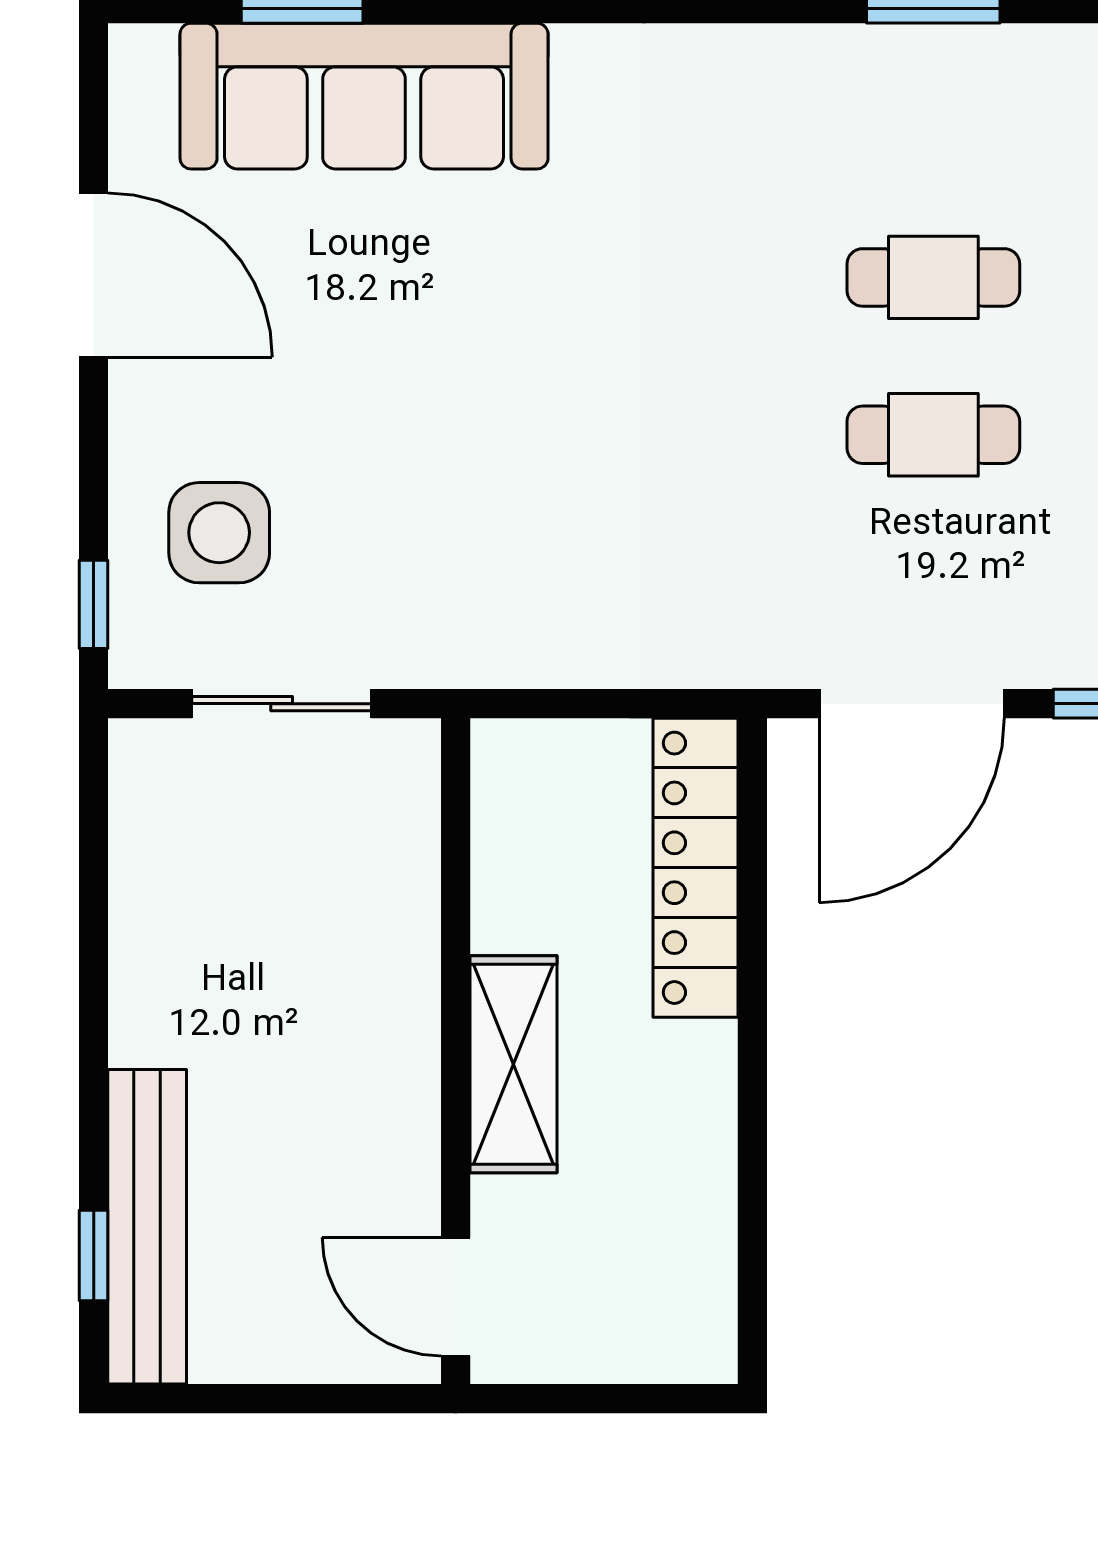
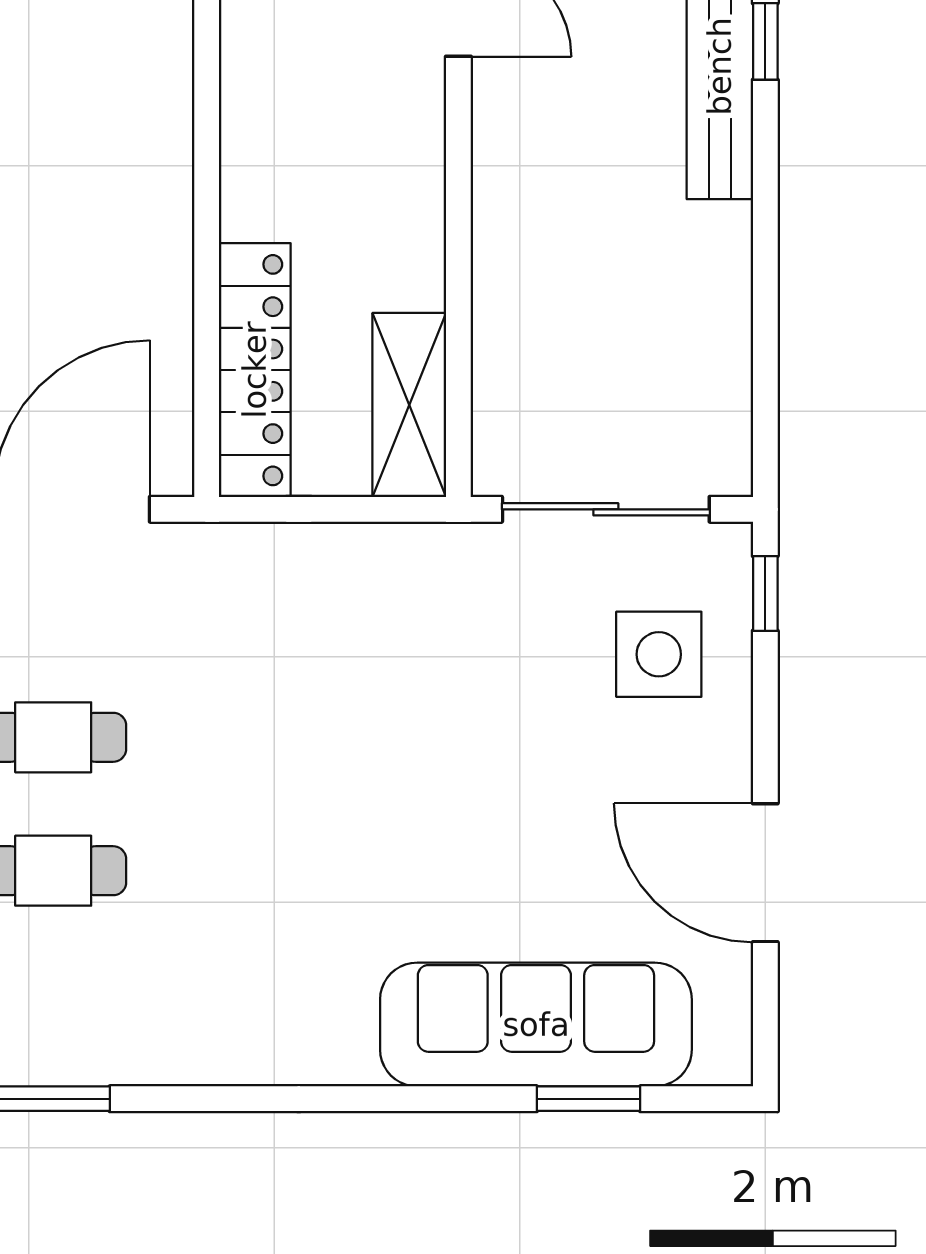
sliding door: (282, 704) -> (606, 509), width x1.37
shelving: (513, 1064) -> (409, 405), moved

